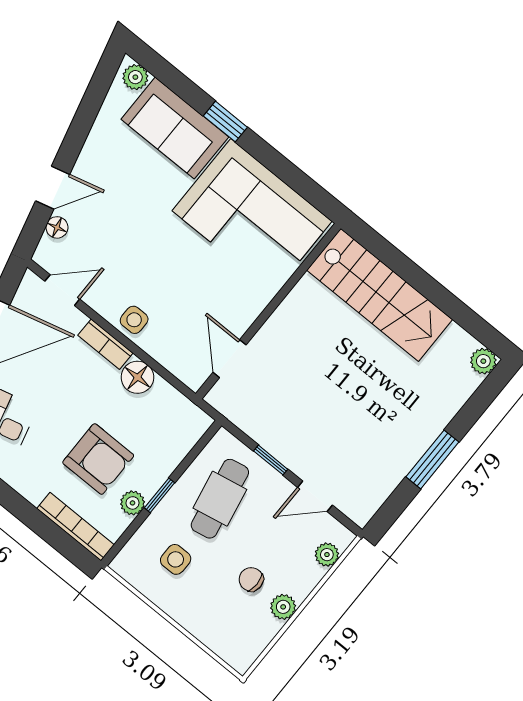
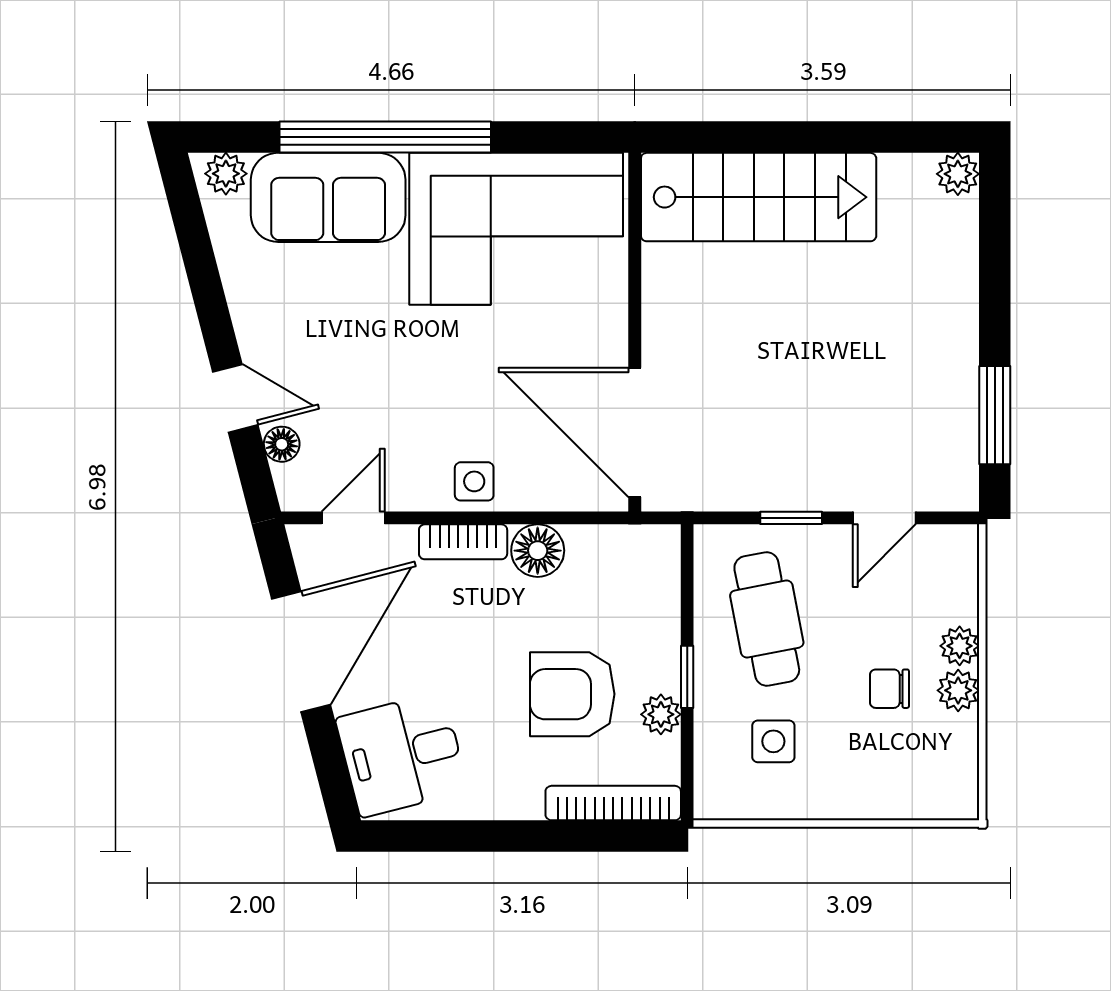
window: (225, 122) -> (385, 137), width x3.17
door: (53, 188) -> (235, 398), hinge flipped
door: (229, 359) -> (635, 432), width x1.88
armchair: (98, 459) -> (572, 694), turned 180
window: (432, 459) -> (995, 415), moved
plant: (327, 555) -> (960, 646), moved

